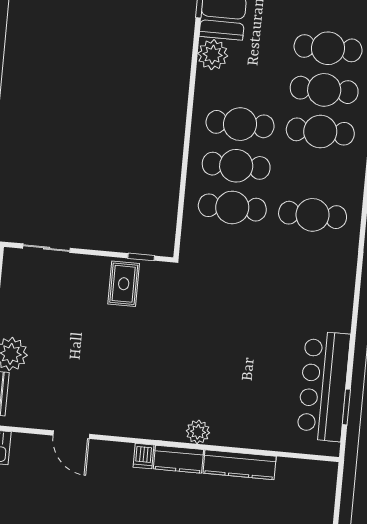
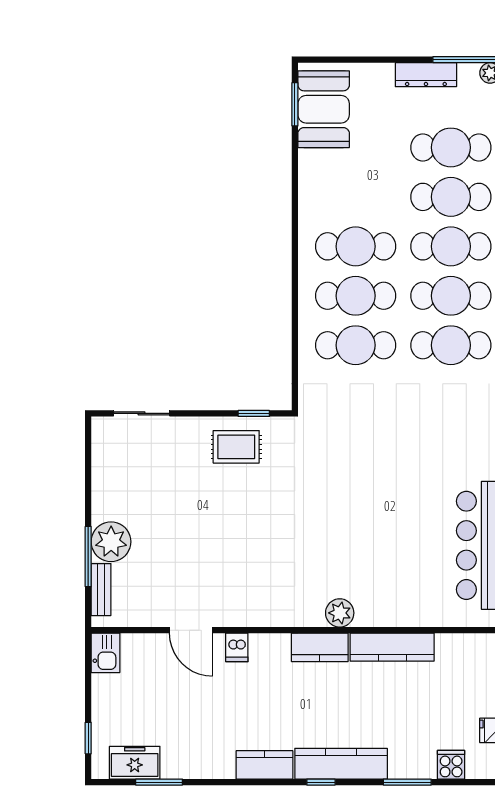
plant: (213, 55) -> (316, 168), removed
cafe table: (316, 173) -> (451, 296), added
rug: (124, 284) -> (236, 447), turned 90
dishwasher: (144, 456) -> (237, 647), moved

